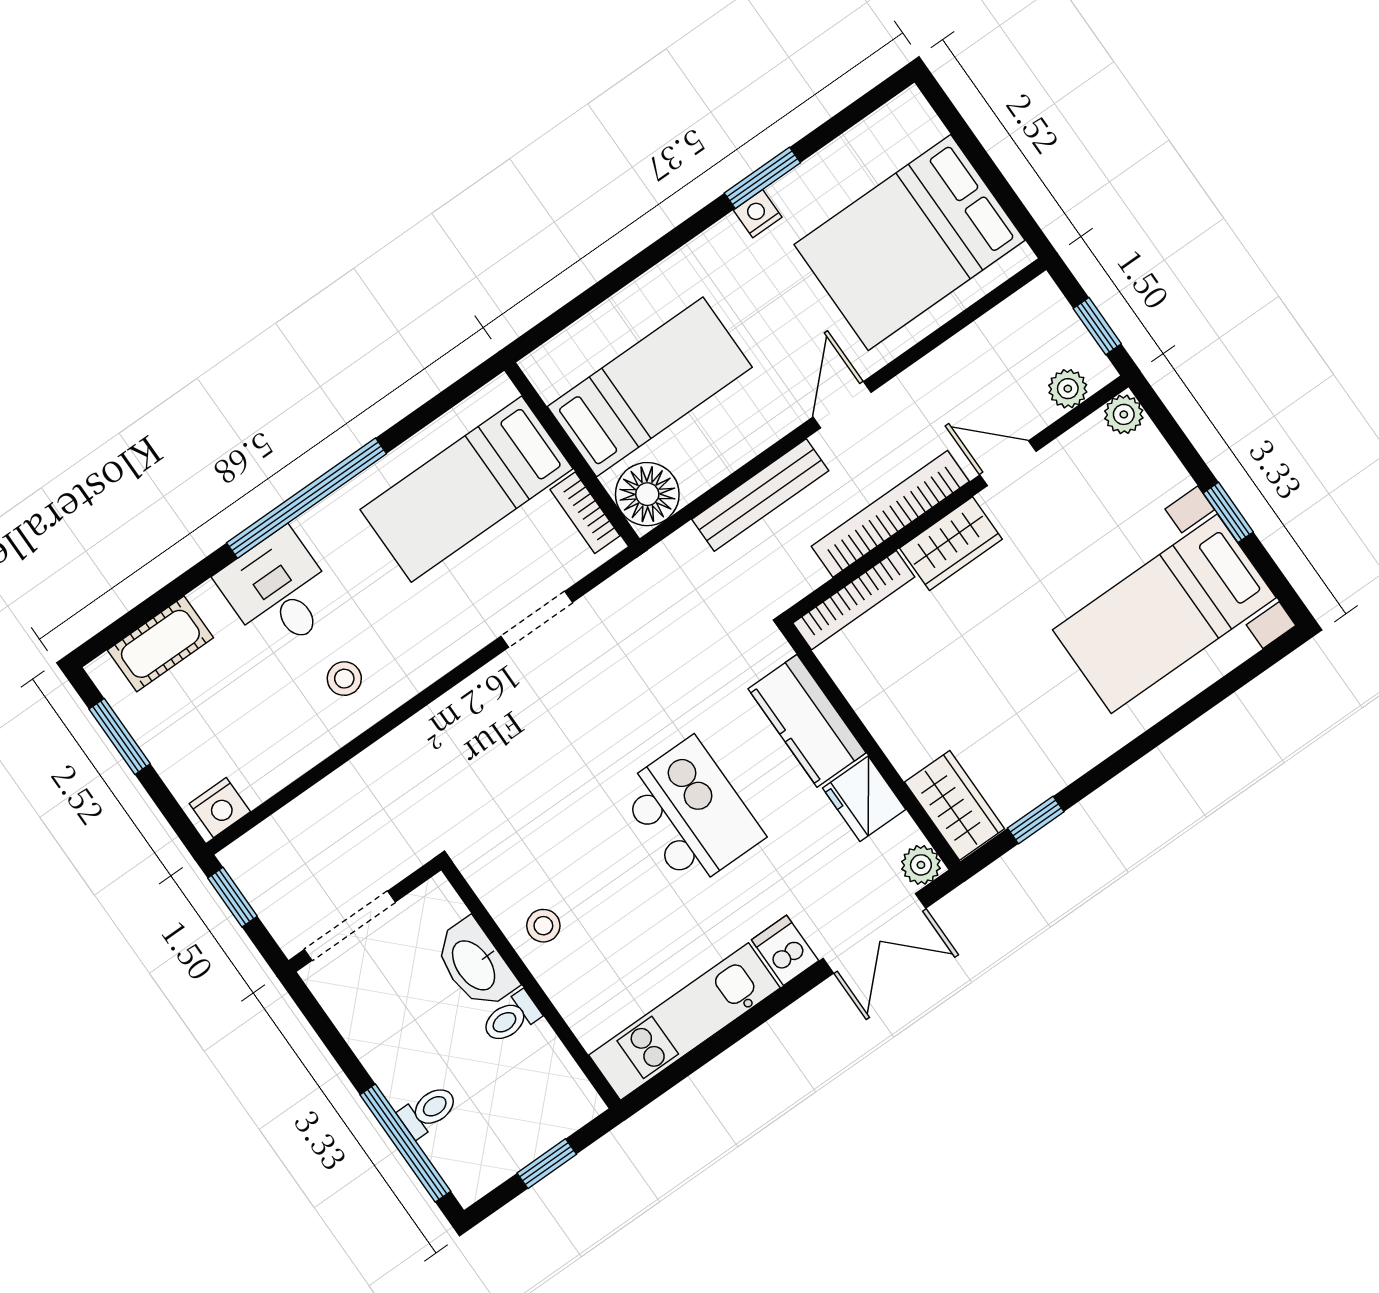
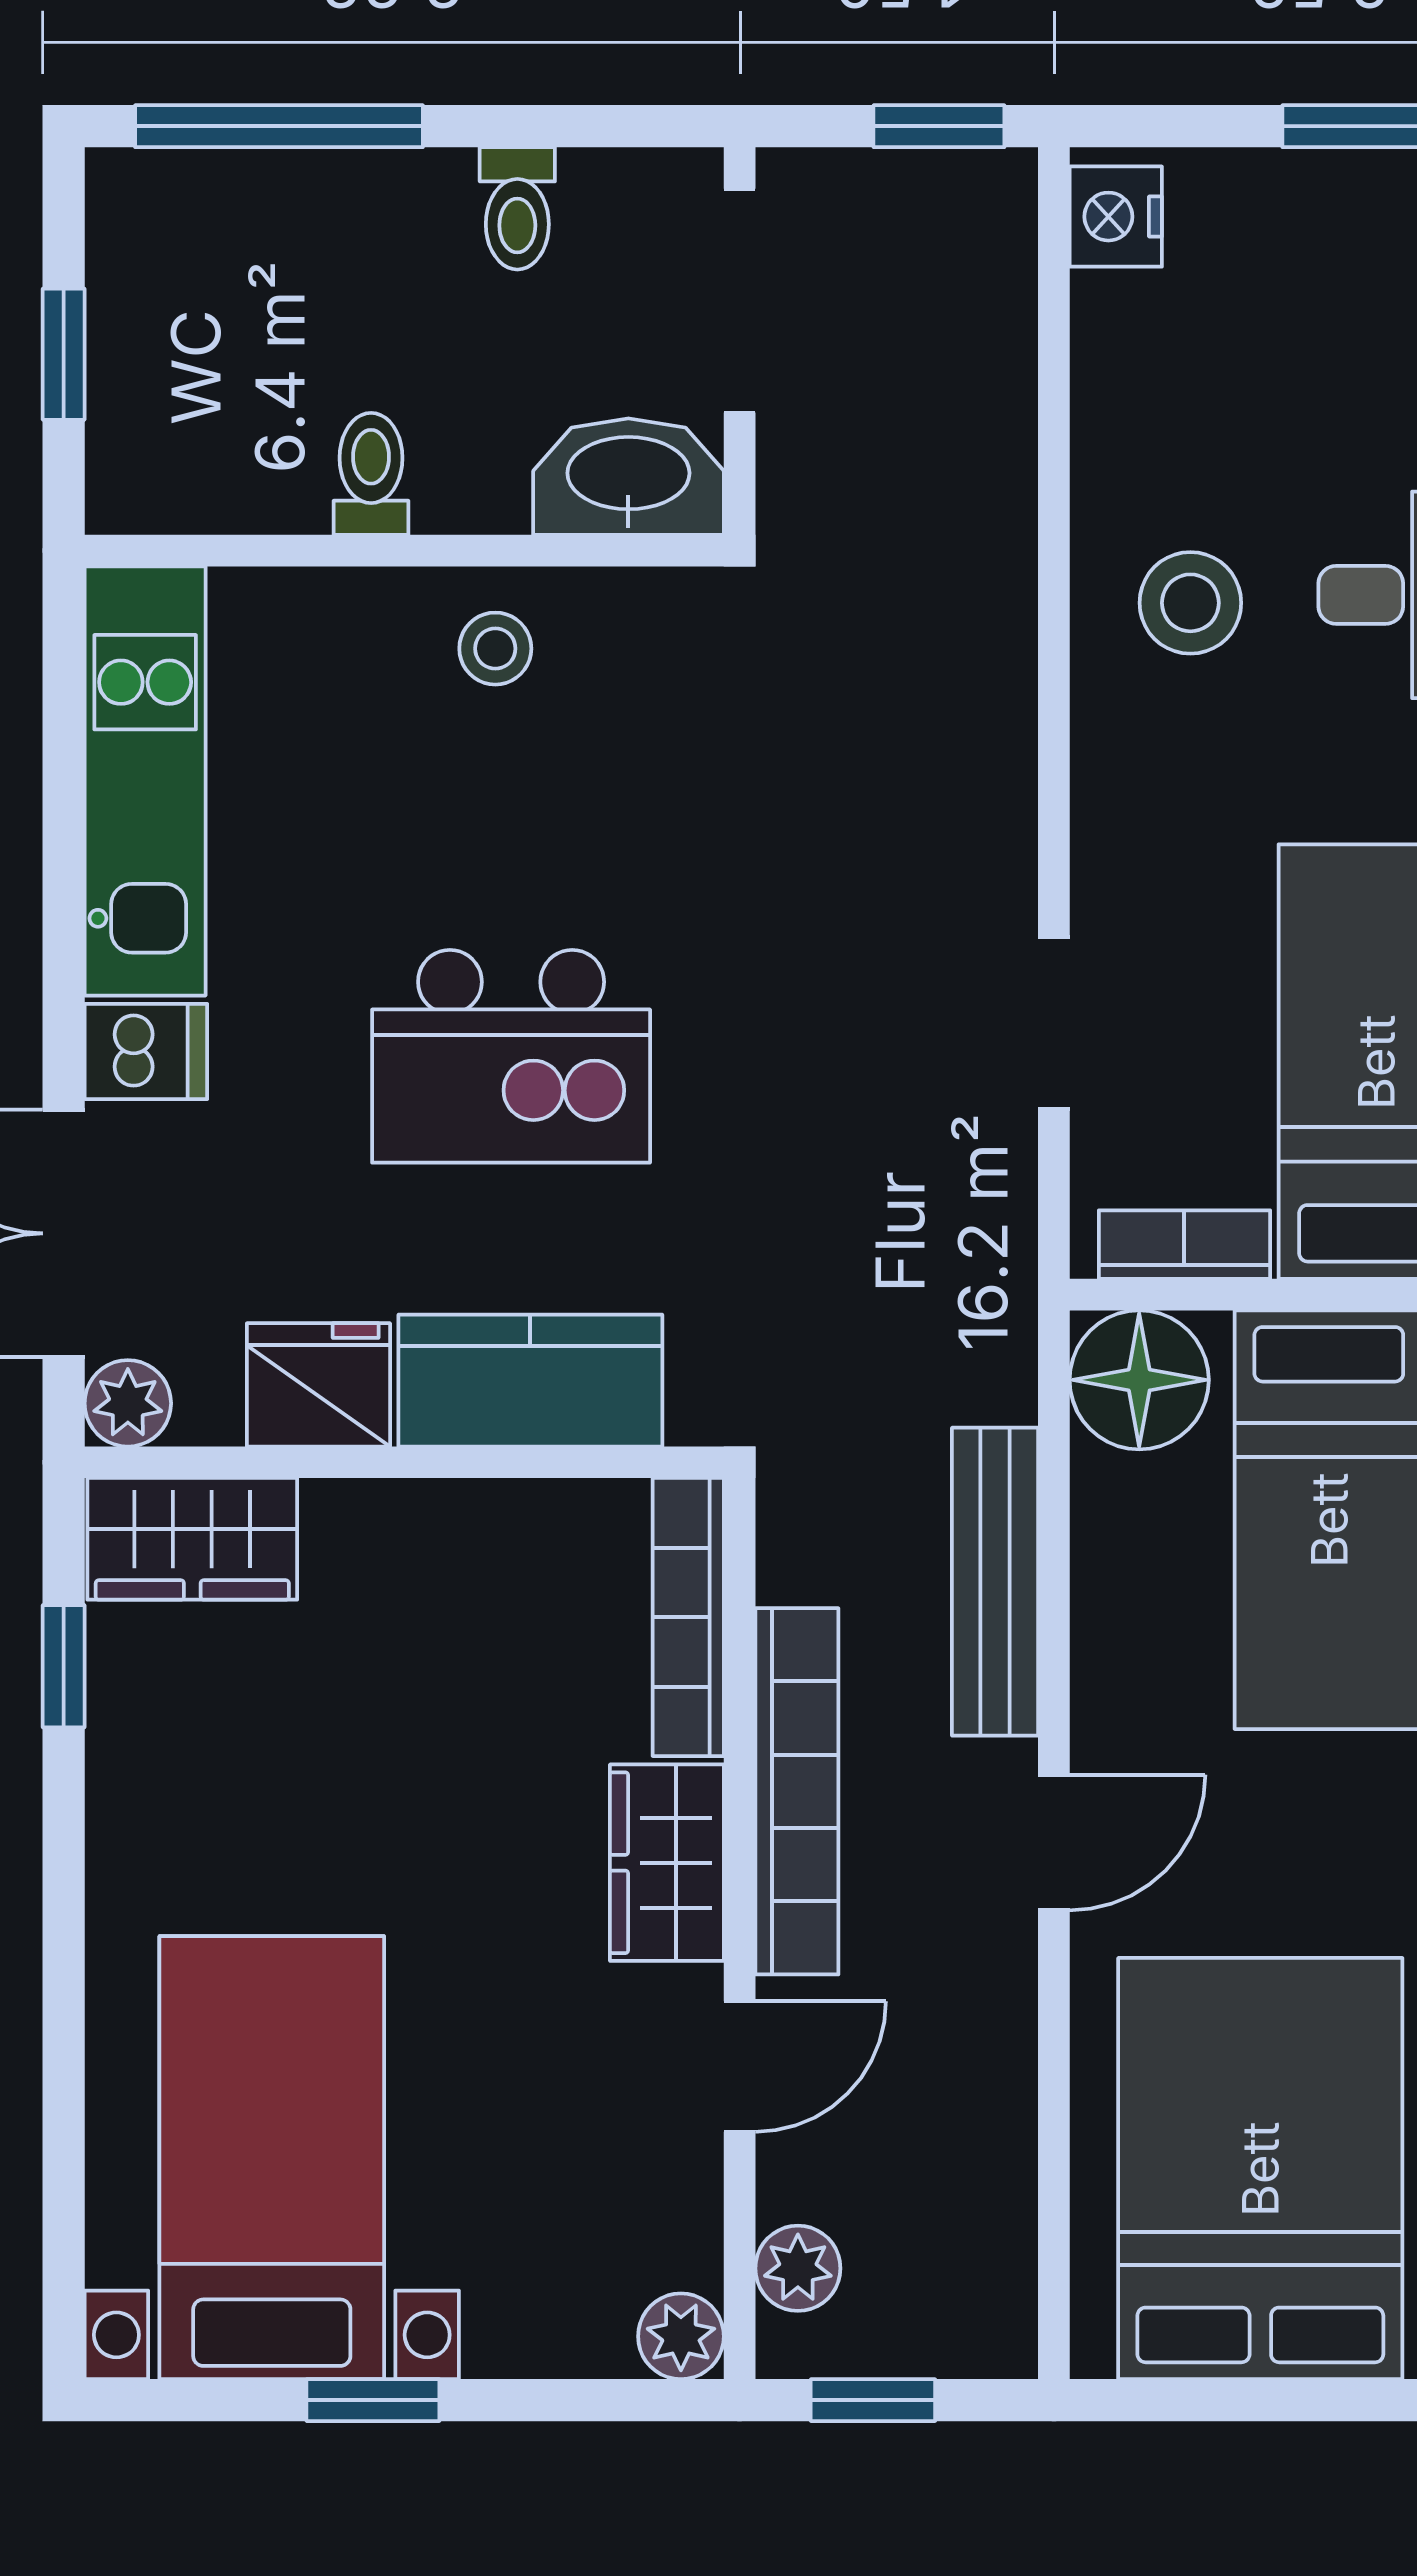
door: (842, 405) -> (1054, 1842), hinge flipped
stool: (344, 679) -> (1190, 603), width x1.37, depth x1.37
washbasin: (475, 964) -> (628, 477), moved
toilet: (428, 1111) -> (517, 208), moved

